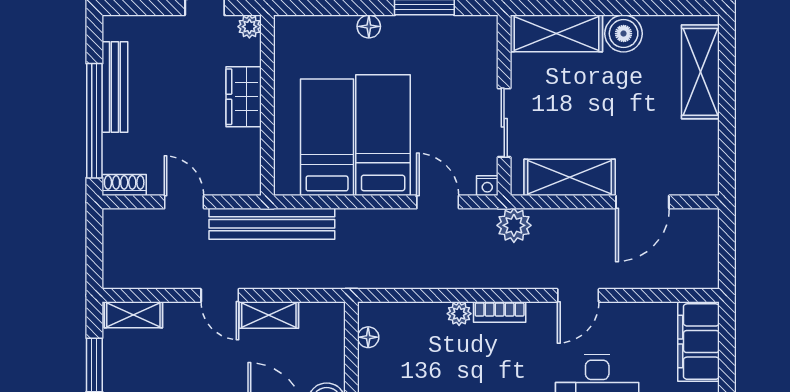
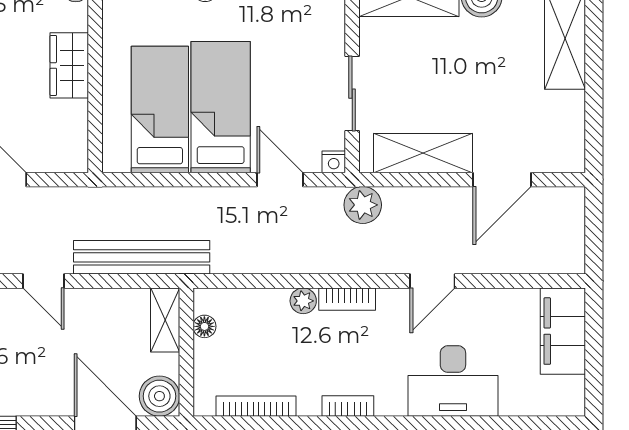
bench: (272, 224) -> (142, 257), moved
shelving: (269, 315) -> (165, 320), moved, turned 90

